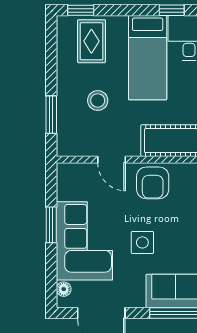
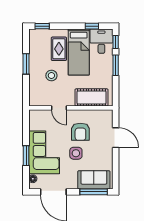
rug: (91, 41) -> (59, 49), moved
window: (51, 115) -> (26, 64), moved
armchair: (153, 183) -> (80, 132), moved
window: (51, 225) -> (26, 156), moved

